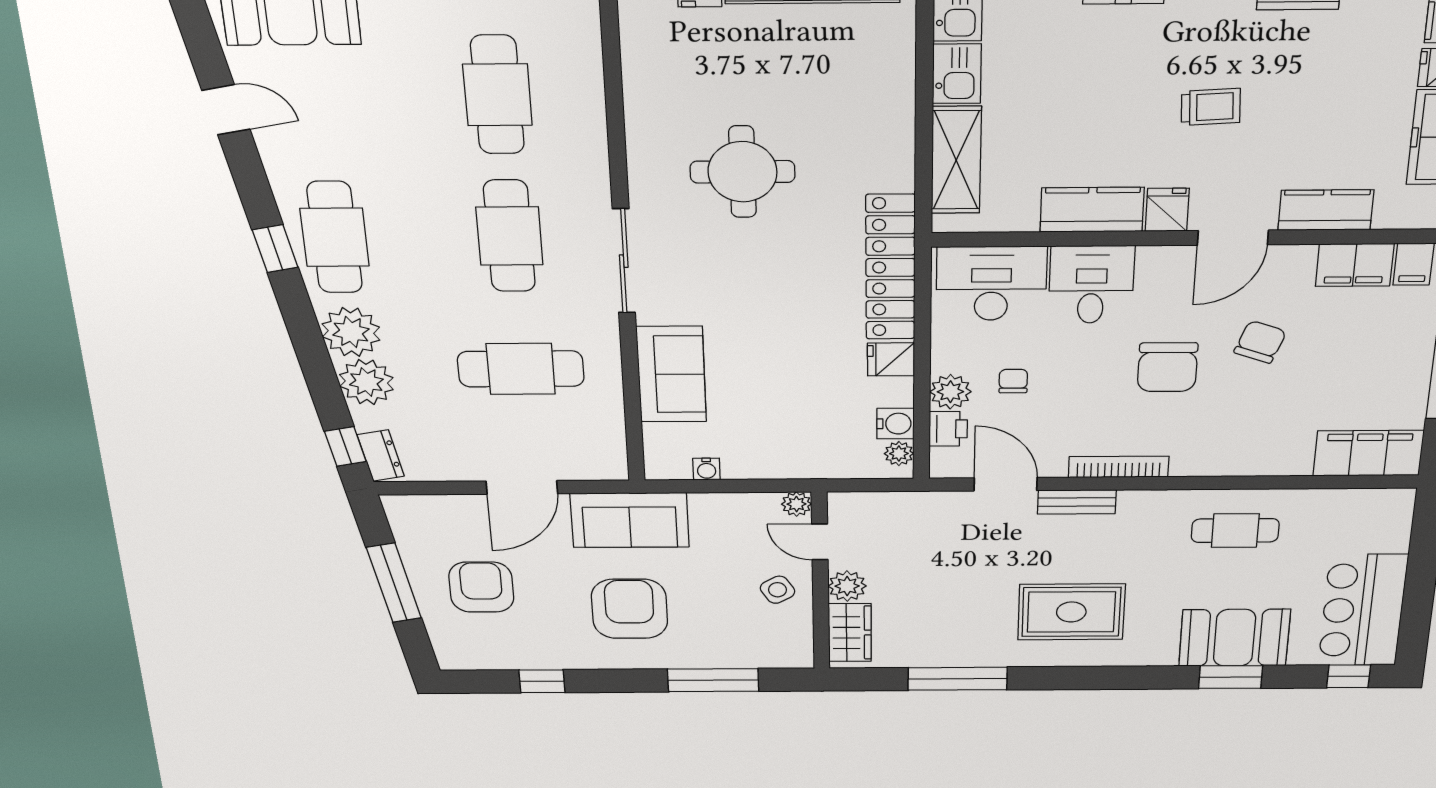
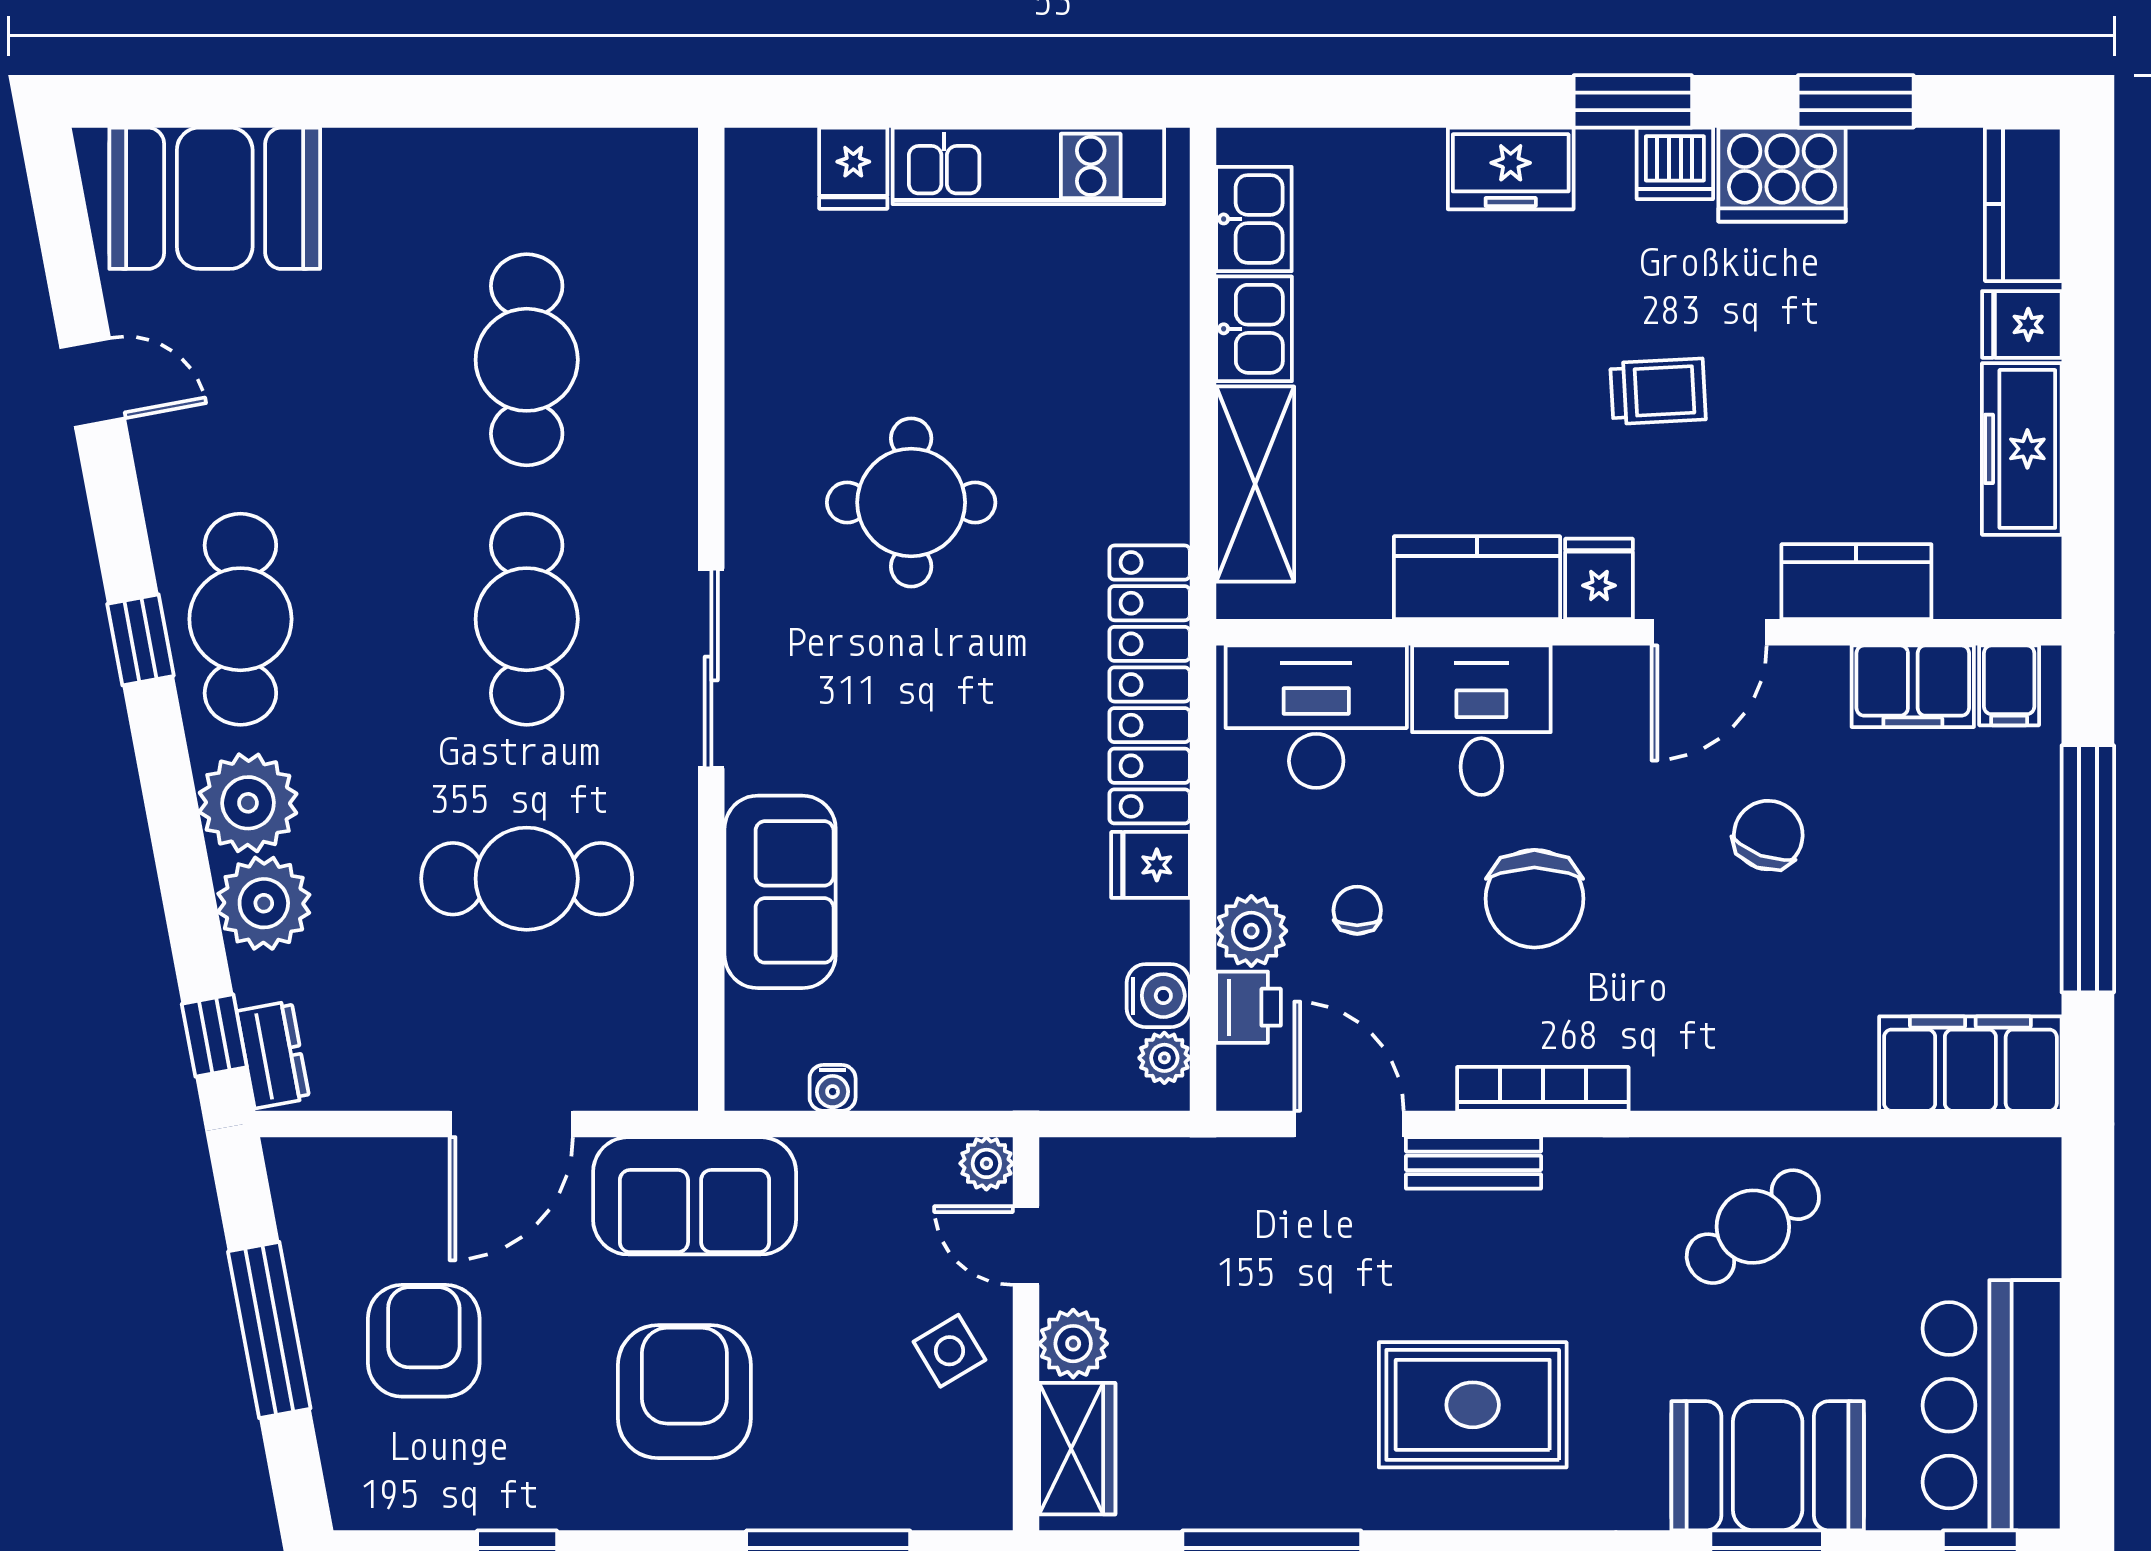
chair: (1167, 367) -> (1534, 899), moved
cafe table: (1235, 530) -> (1753, 1227), turned -37

